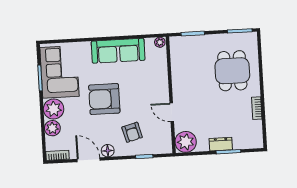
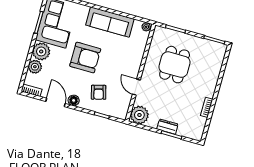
dining table: (232, 71) -> (175, 65), moved
armchair: (104, 99) -> (85, 58), turned 180

